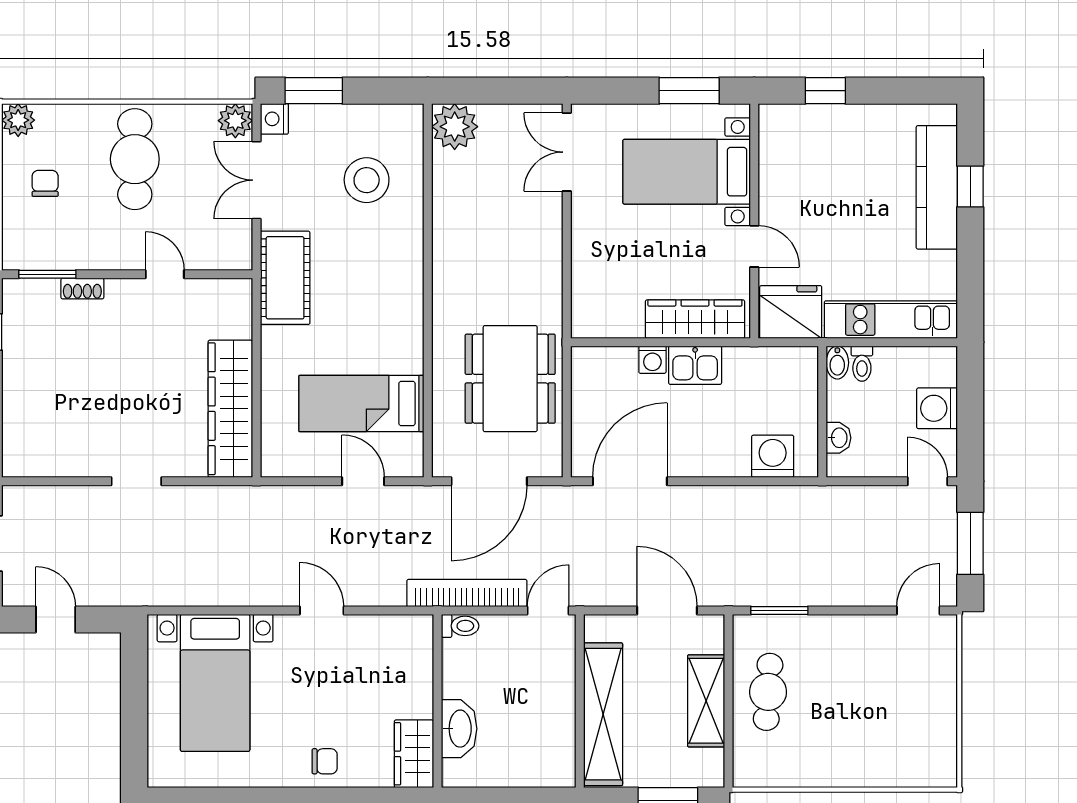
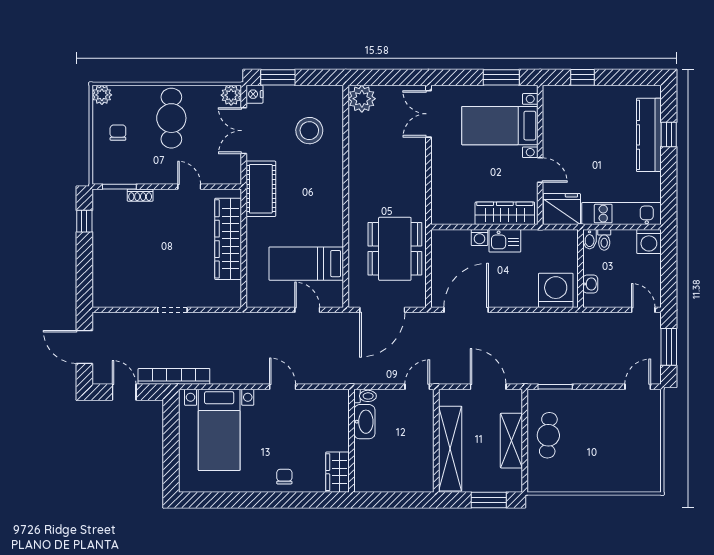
washing machine: (937, 408) -> (649, 241), moved, turned -90
wardrobe: (230, 409) -> (228, 239), moved
washing machine: (773, 456) -> (556, 290), width x1.37, depth x1.37
bookcase: (467, 593) -> (174, 376), moved
washbasin: (459, 729) -> (364, 422), moved
chair: (325, 761) -> (284, 477), turned -90

